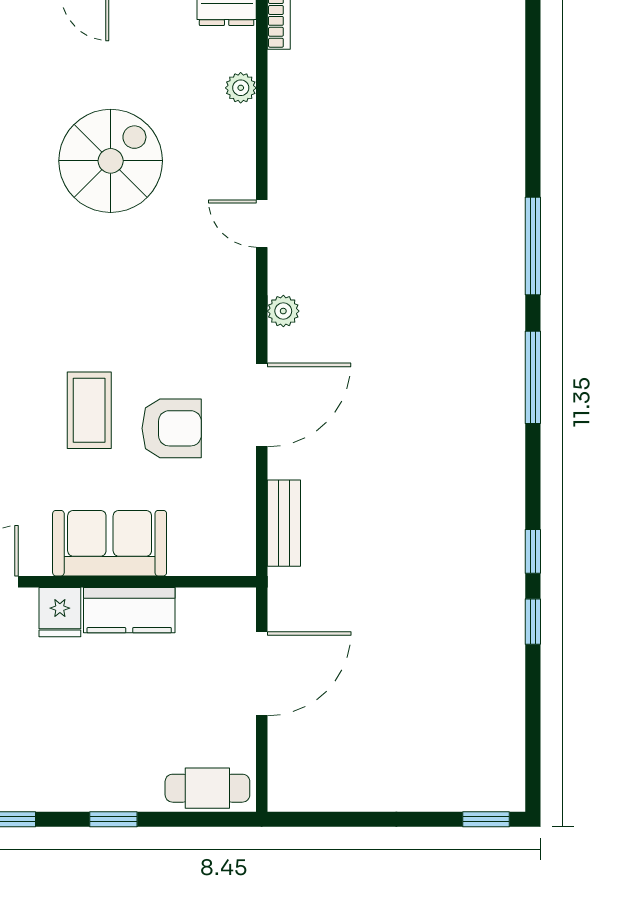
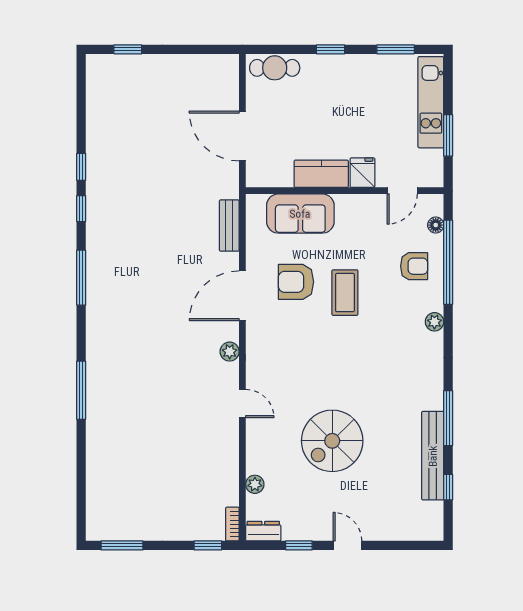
window: (533, 377) -> (81, 278), moved
sofa: (110, 543) -> (300, 214), moved
door: (262, 674) -> (242, 136), hinge flipped
window: (486, 819) -> (128, 49), moved

